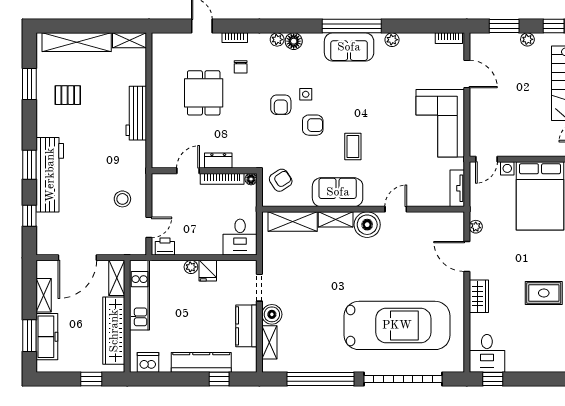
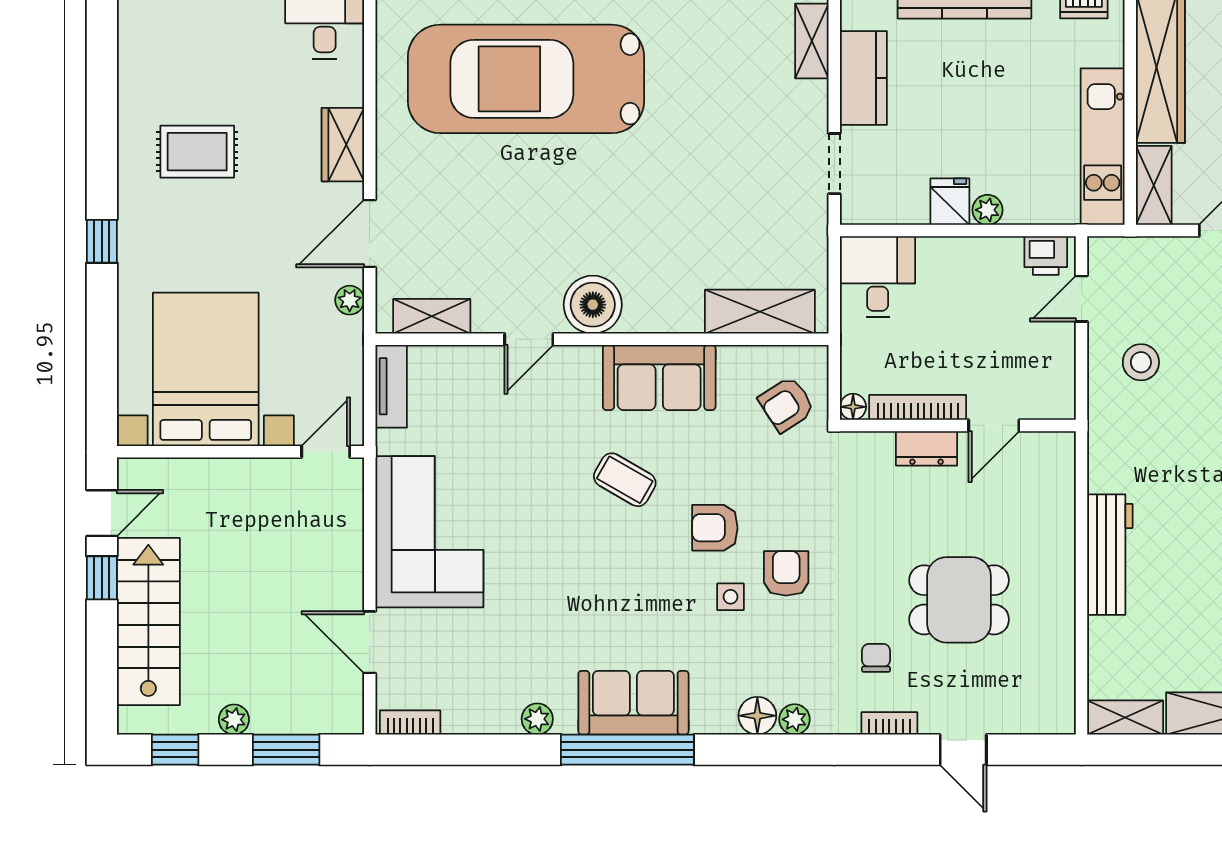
dining table: (204, 93) -> (959, 600), turned 90
coffee table: (353, 147) -> (625, 480), turned -60
shelving: (336, 219) -> (432, 316), moved
door: (467, 256) -> (370, 234), swing flipped
boiler: (272, 314) -> (806, 104), removed

